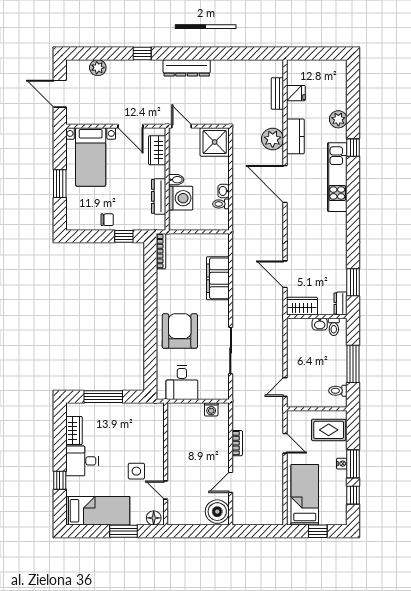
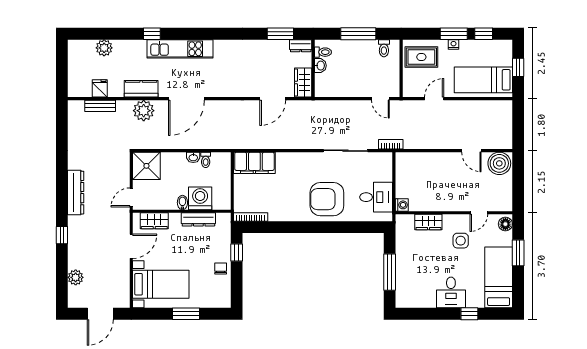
plant: (338, 119) -> (104, 48), moved
filing cabinet: (218, 278) -> (254, 163), moved
washing machine: (211, 409) -> (402, 205), moved
rug: (329, 430) -> (421, 57), turned 90
wardrobe: (74, 431) -> (428, 222), moved, turned 180
bookcase: (237, 443) -> (391, 144), moved

